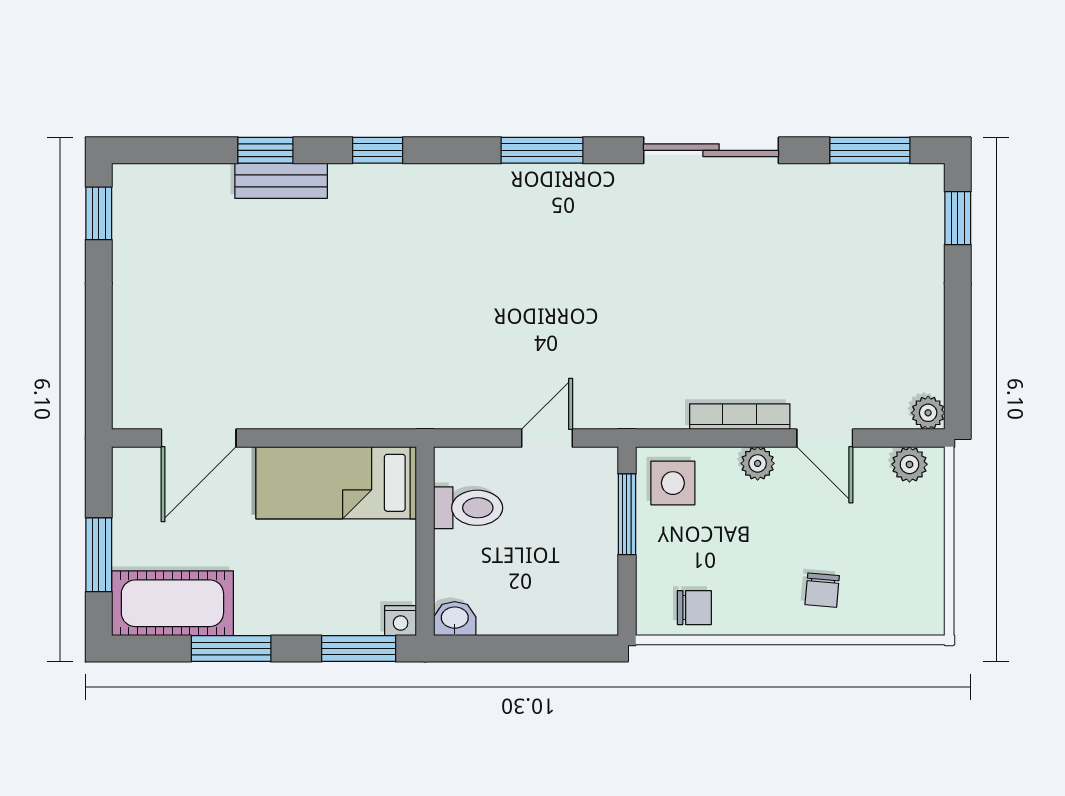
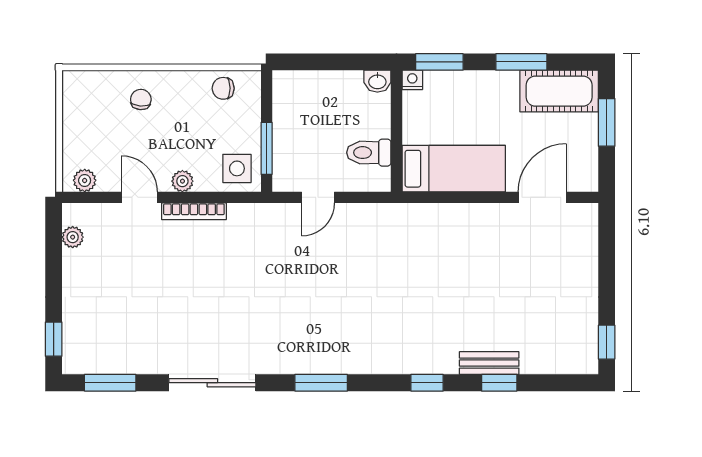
plant: (928, 413) -> (73, 237), moved

